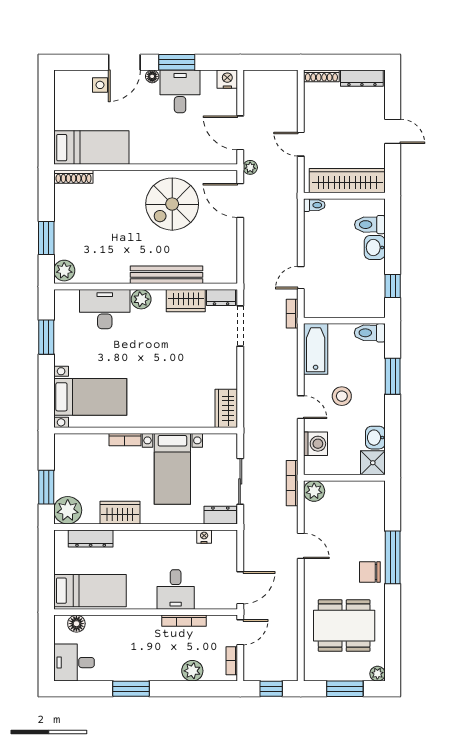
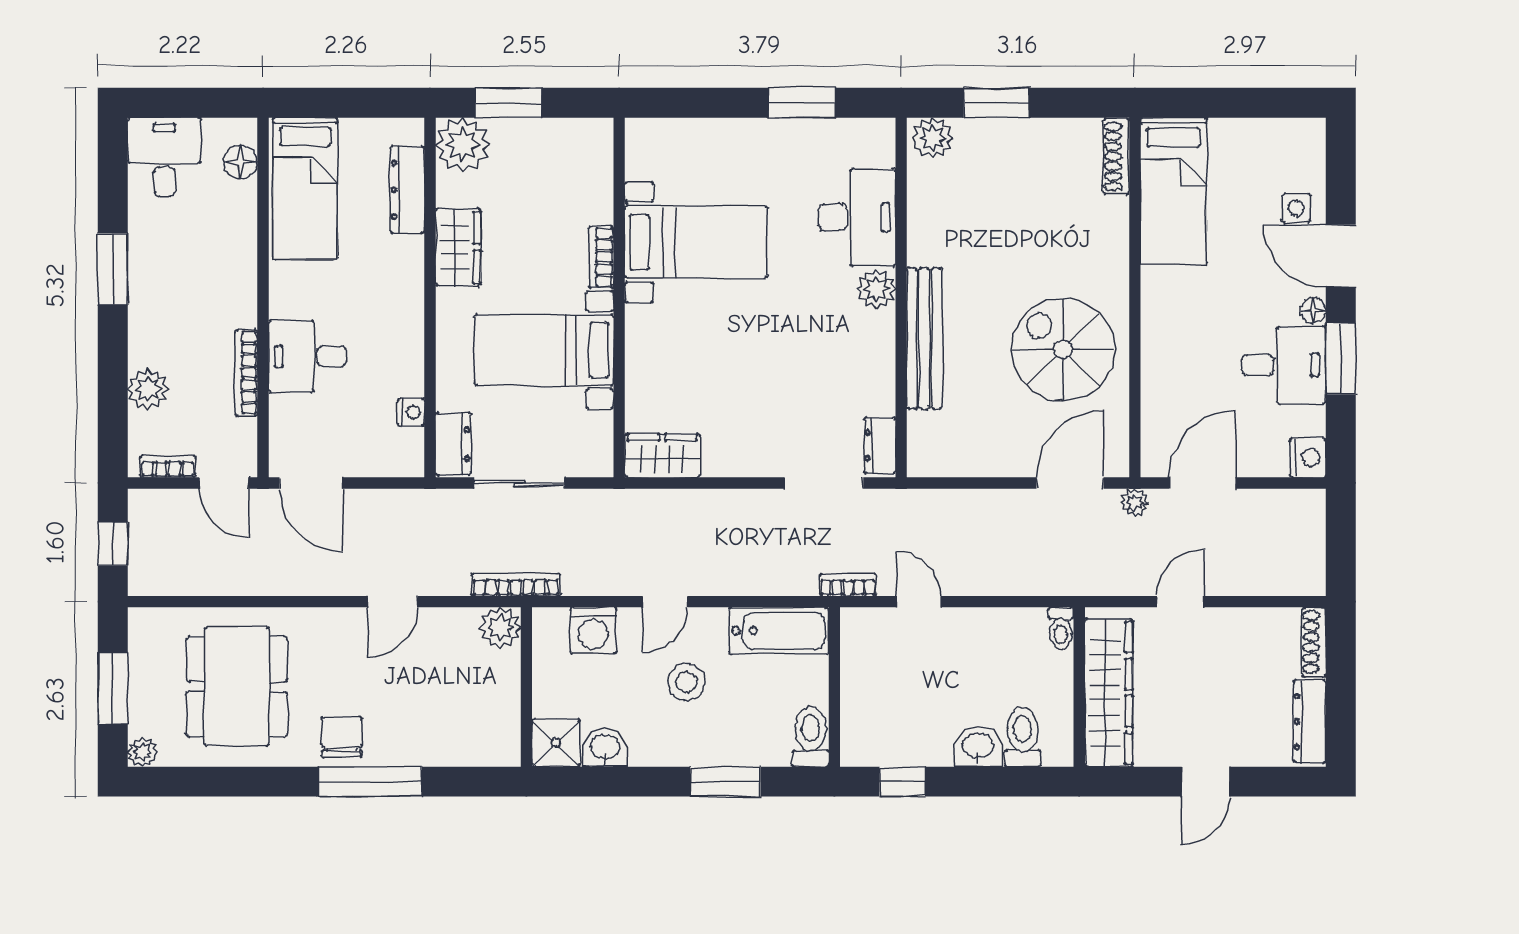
wardrobe: (186, 301) -> (874, 376), removed
bed with nightstands: (90, 397) -> (696, 242), moved, turned -90

